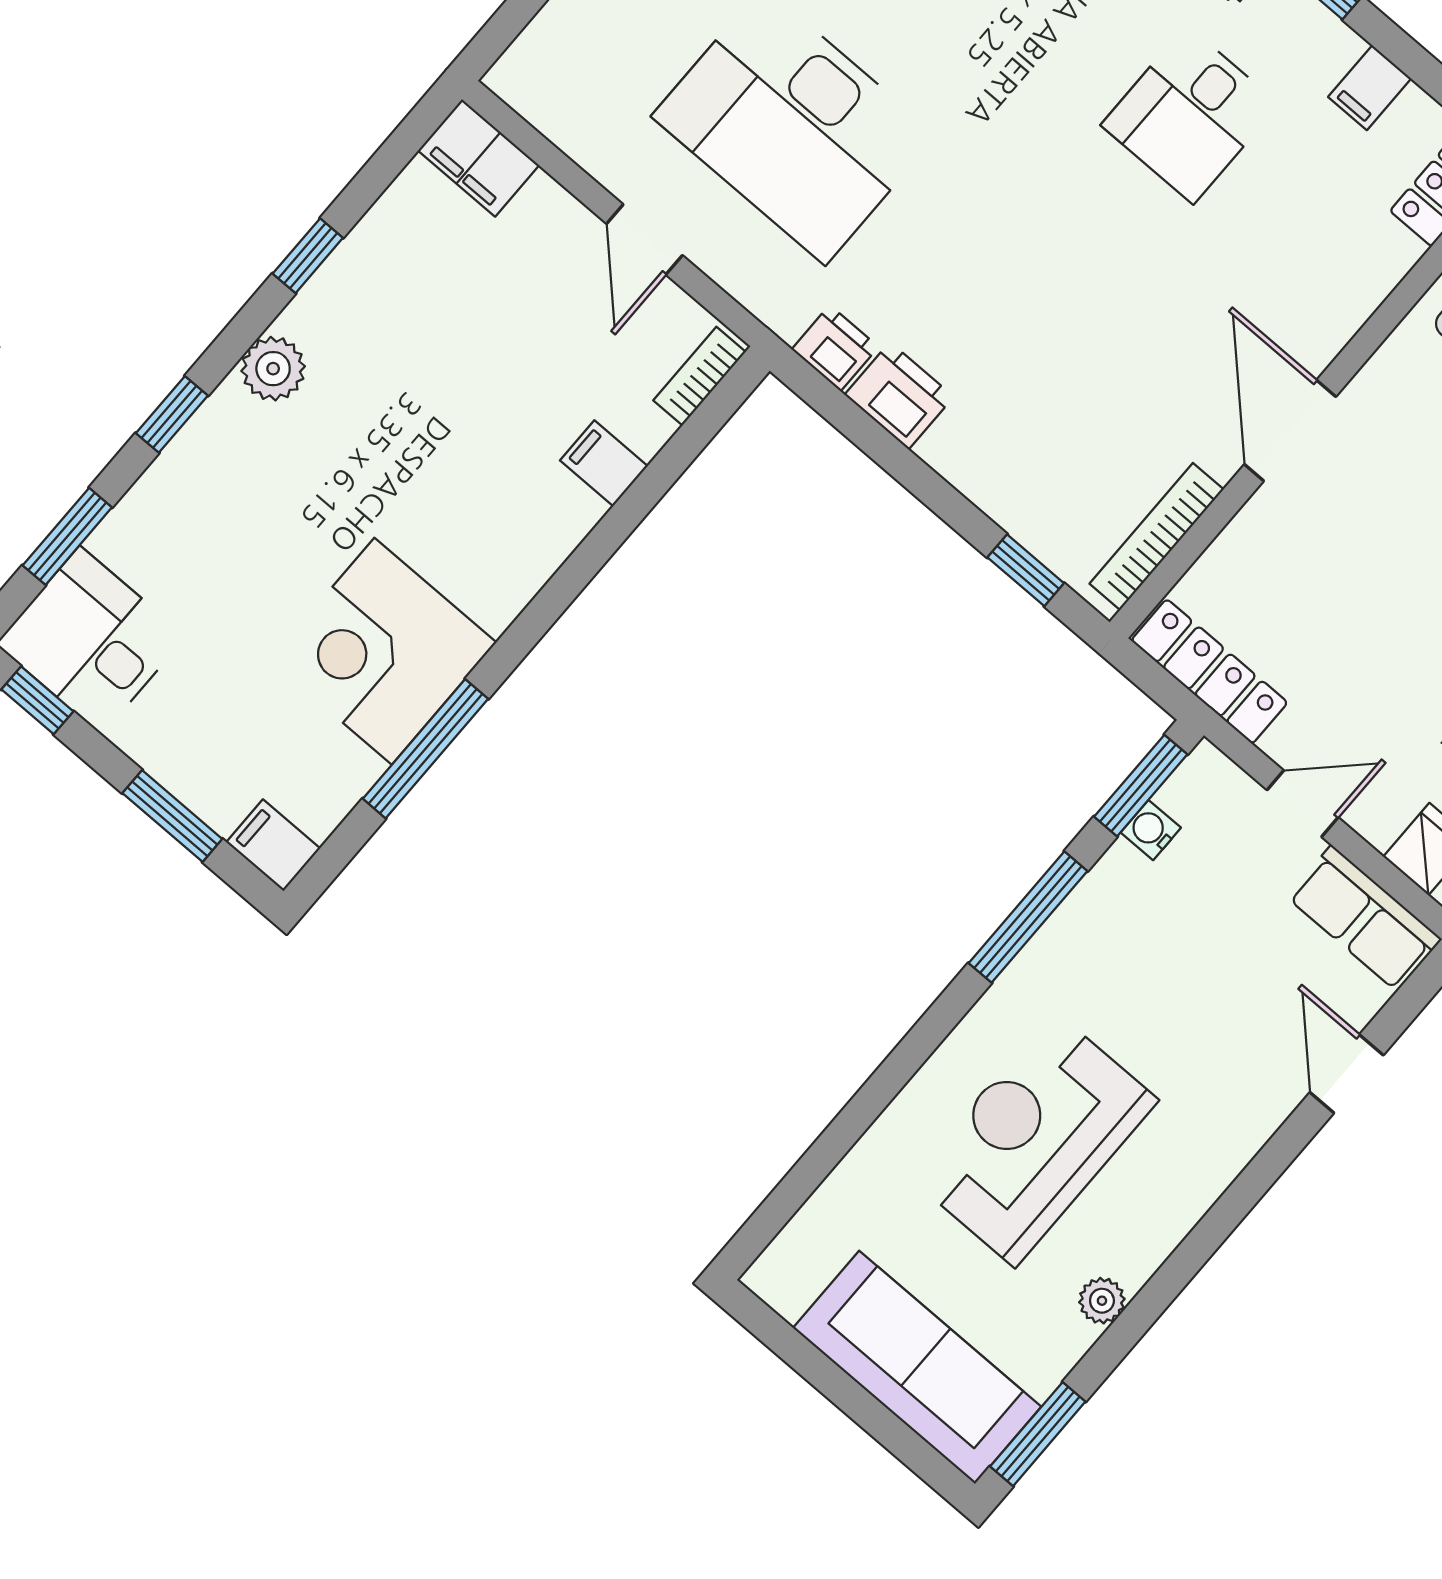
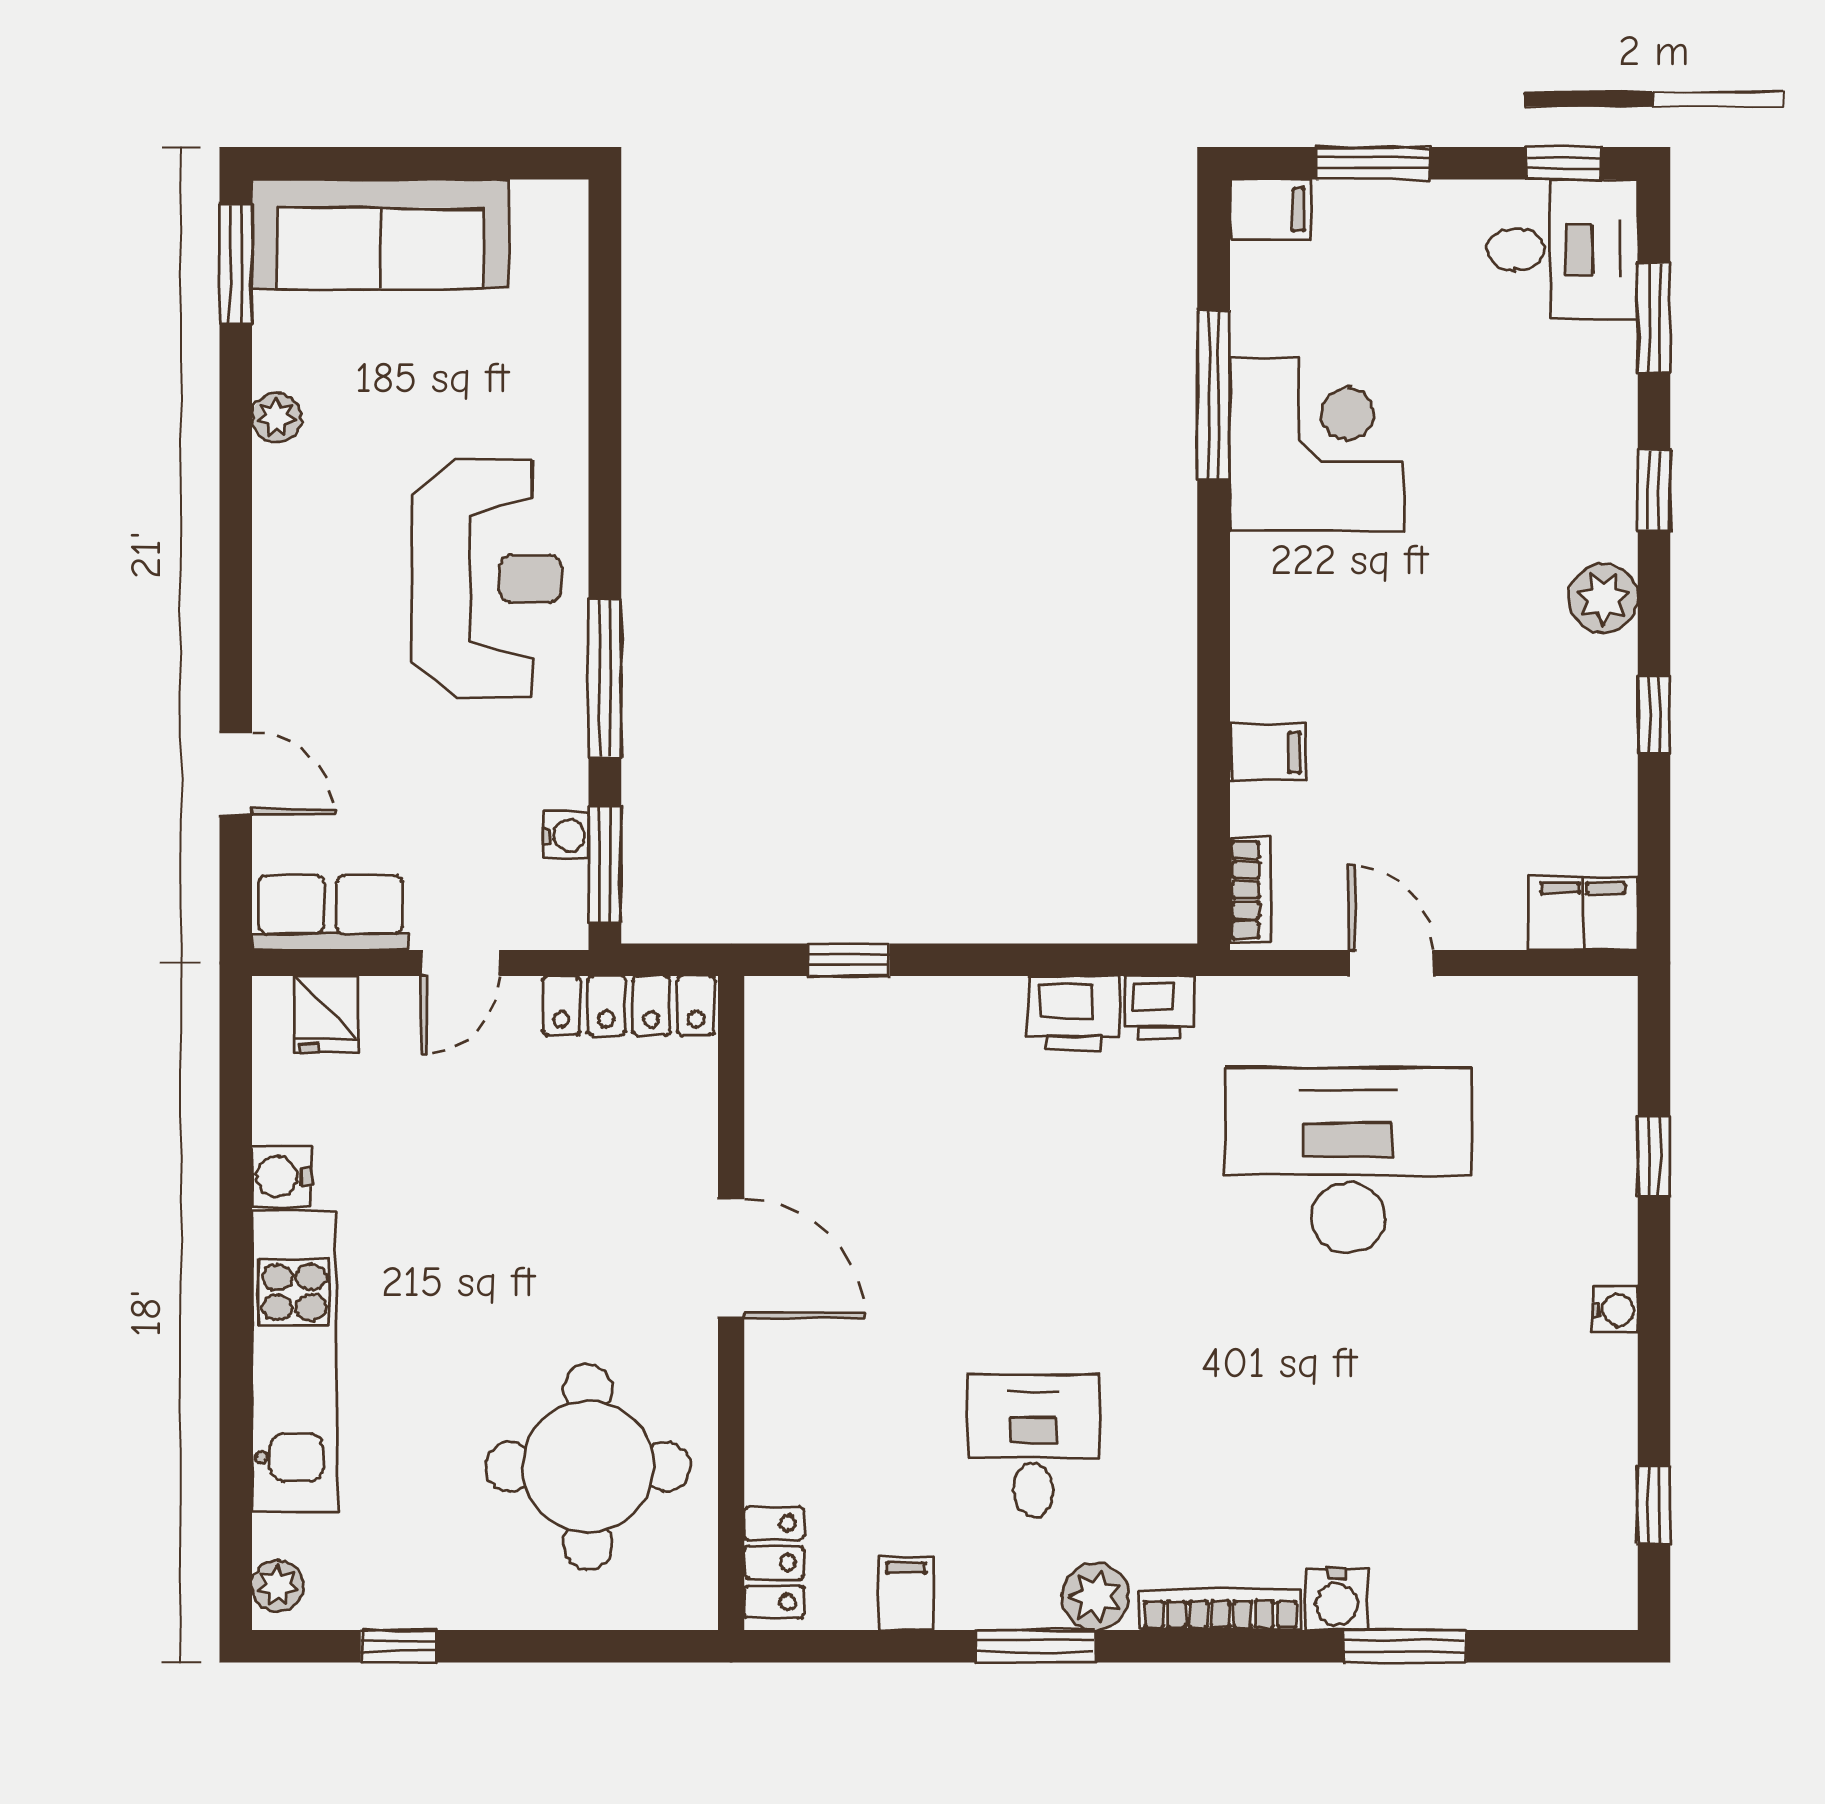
bookcase: (1157, 536) -> (766, 1079), removed
reception desk: (1034, 1139) -> (487, 579), moved

